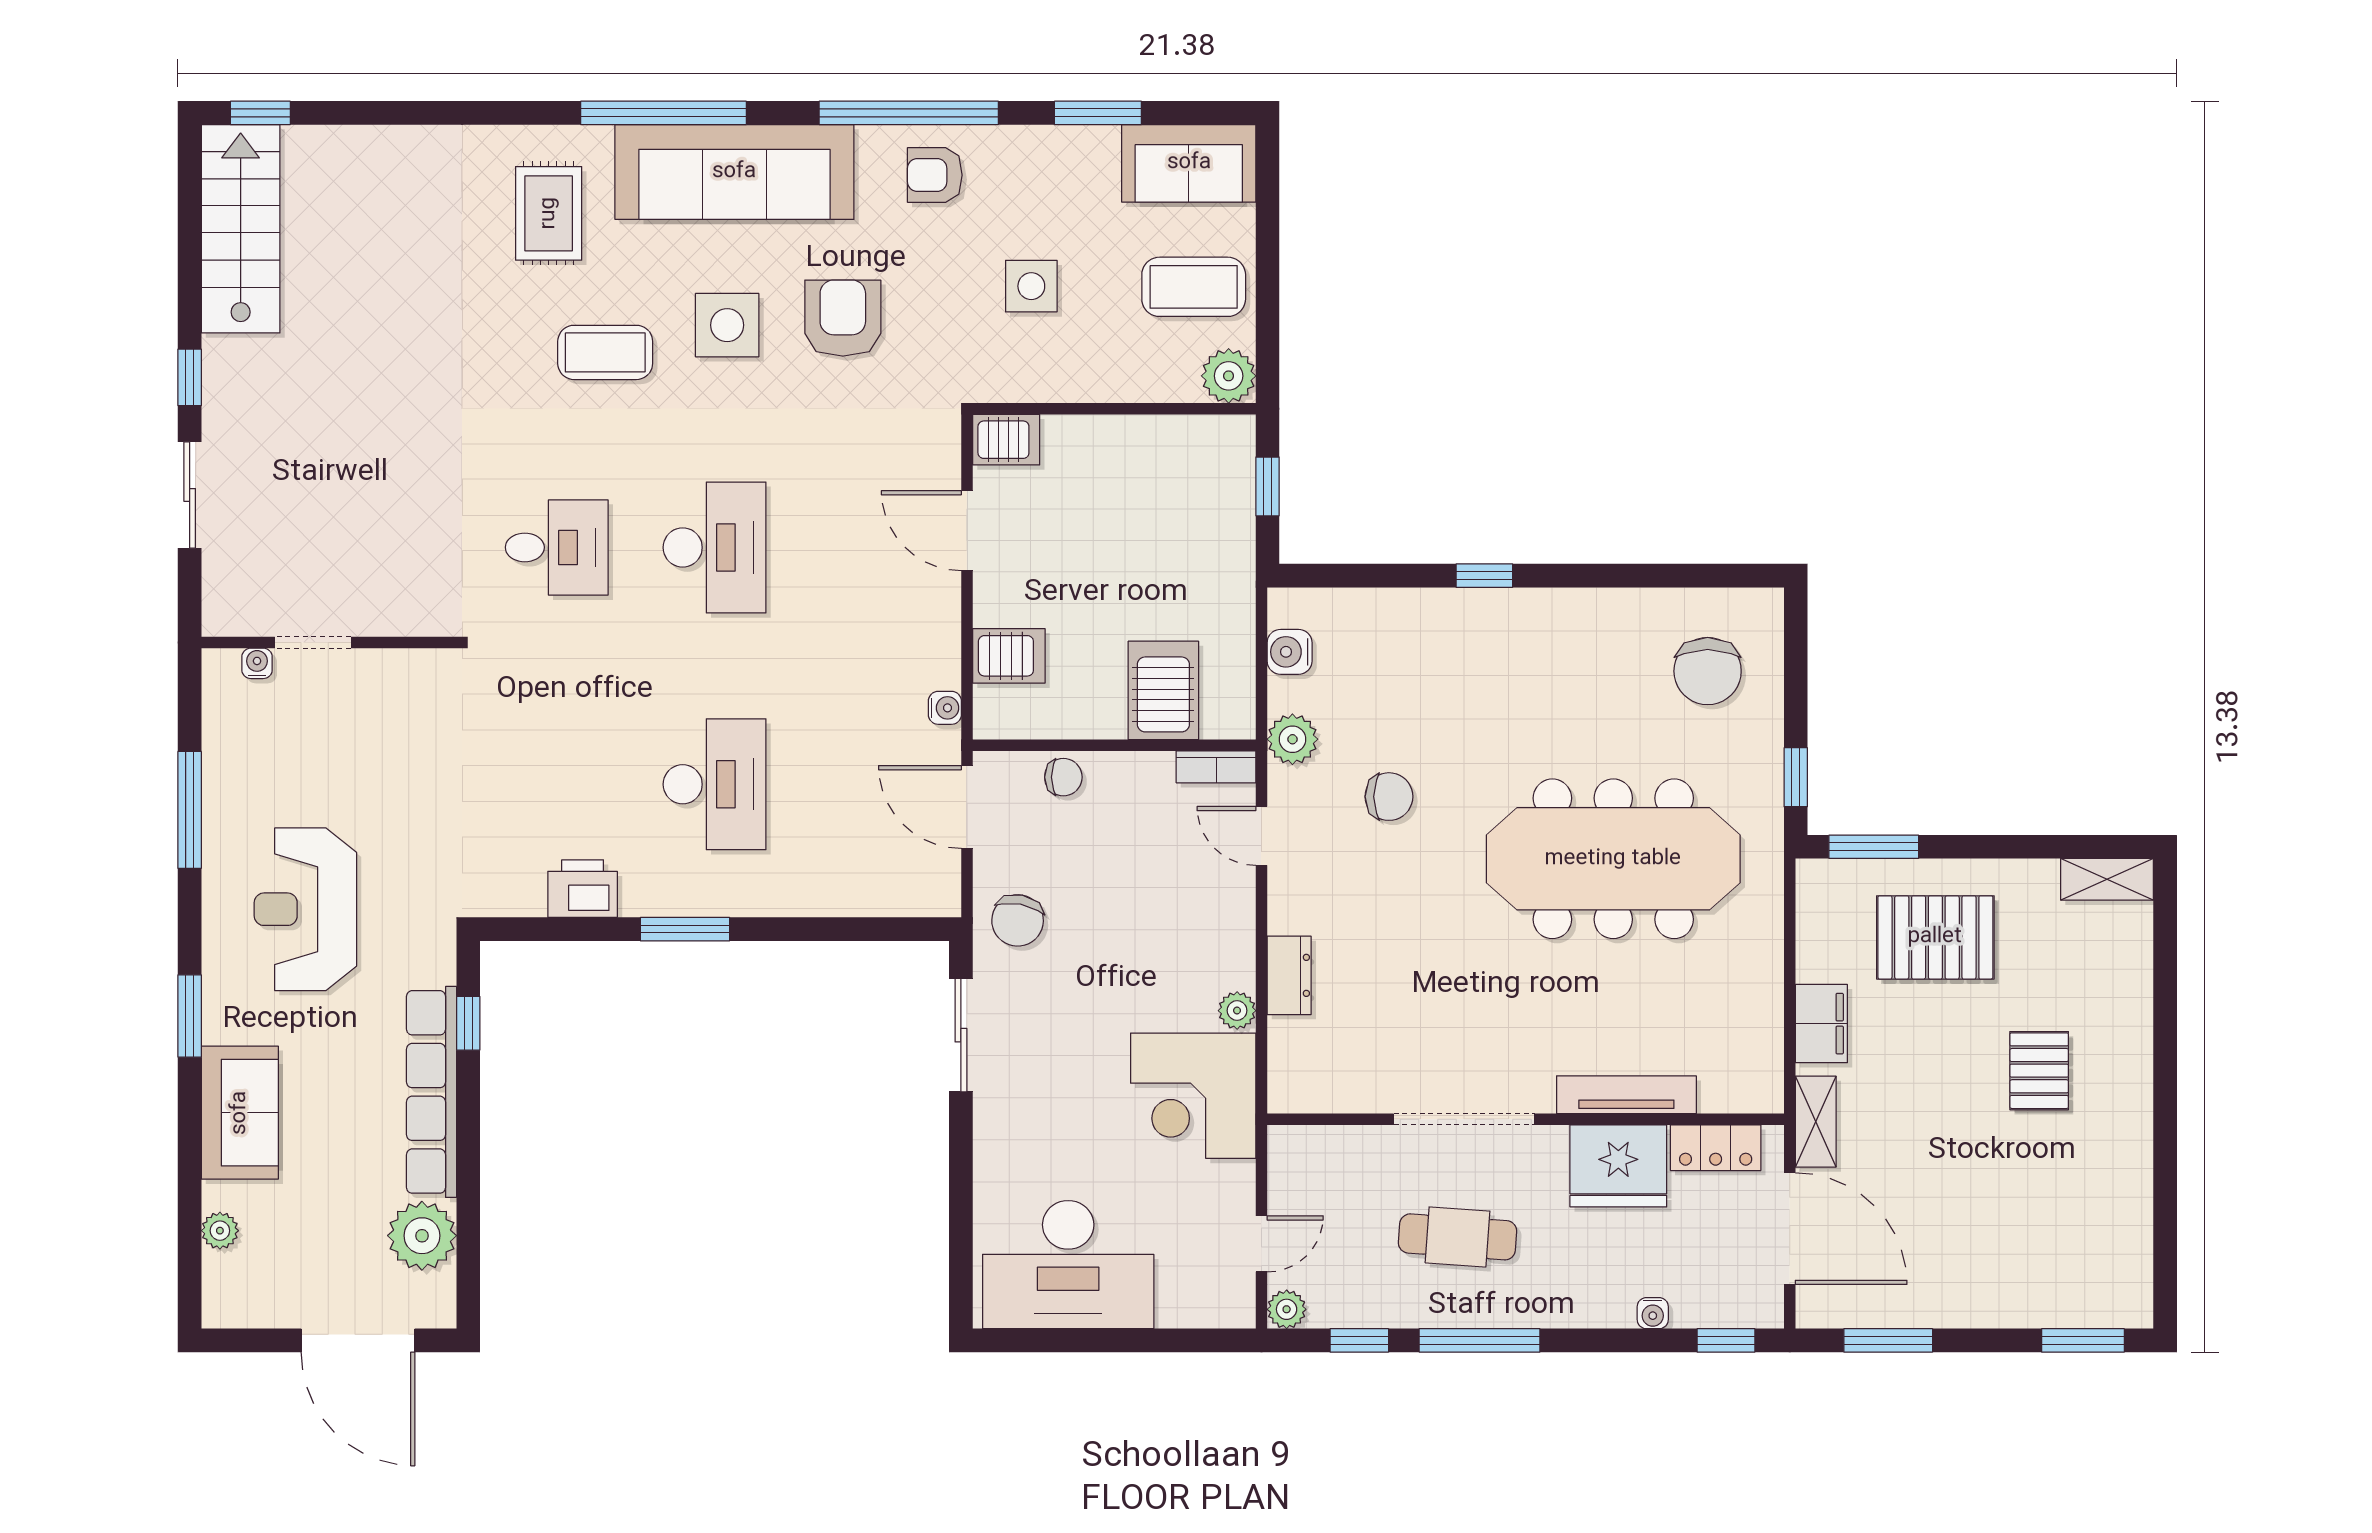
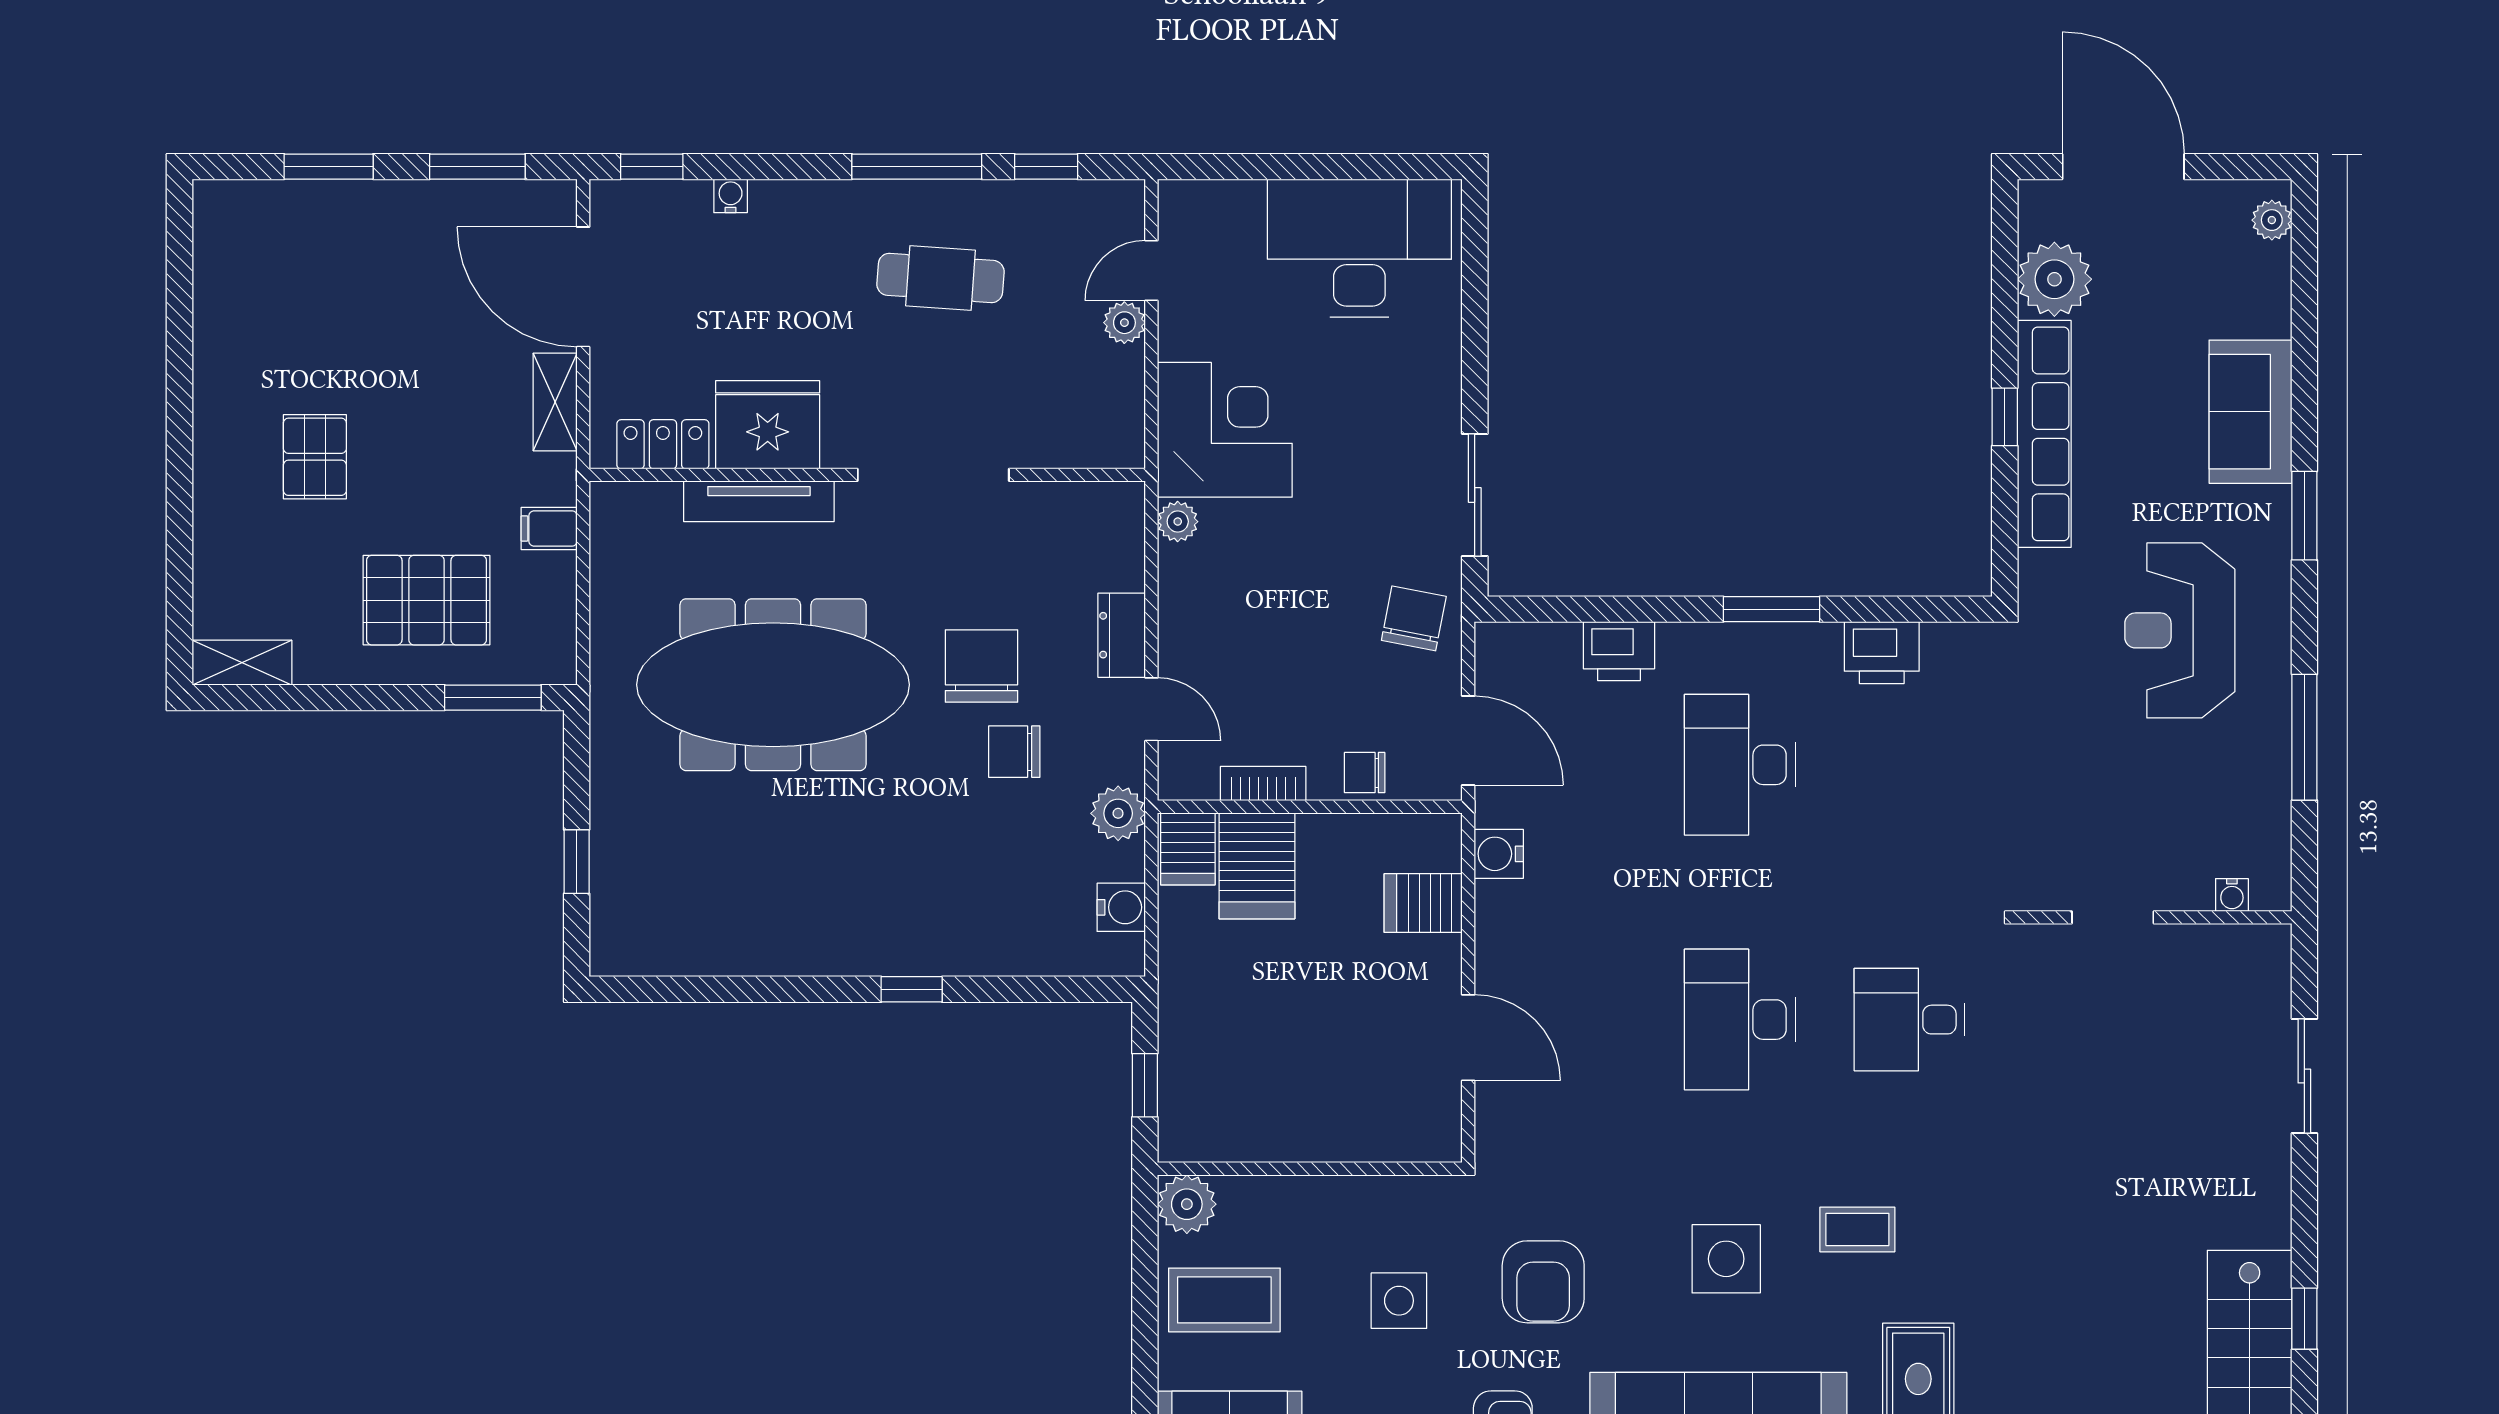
armchair: (843, 318) -> (1543, 1282), moved
coffee table: (605, 352) -> (1857, 1229), width x0.73, depth x0.77
window: (190, 377) -> (2304, 1319), moved
server rack: (1006, 440) -> (1188, 849), moved, turned -90
doorway: (313, 643) -> (2113, 917), moved
chair: (1708, 671) -> (982, 666), moved
water cooler: (945, 708) -> (1499, 854), width x1.38, depth x1.38
bookcase: (1216, 767) -> (1263, 784), moved
window: (1796, 777) -> (577, 862), moved
printer: (827, 890) -> (1619, 651), added
reception desk: (305, 909) -> (2180, 630), turned 180
dresser: (1289, 975) -> (1122, 635), moved
window: (468, 1023) -> (2005, 417), moved
filing cabinet: (1821, 1024) -> (549, 528), width x0.50
tv unit: (1626, 1095) -> (759, 501), moved
doorway: (1464, 1119) -> (933, 475), moved
wall: (1526, 1119) -> (867, 475), moved
locker: (1716, 1148) -> (663, 444), moved
fridge: (1618, 1166) -> (768, 425), moved
plant: (220, 1231) -> (2272, 220), moved
plant: (1287, 1309) -> (1124, 323), moved
window: (2083, 1340) -> (329, 167), moved

